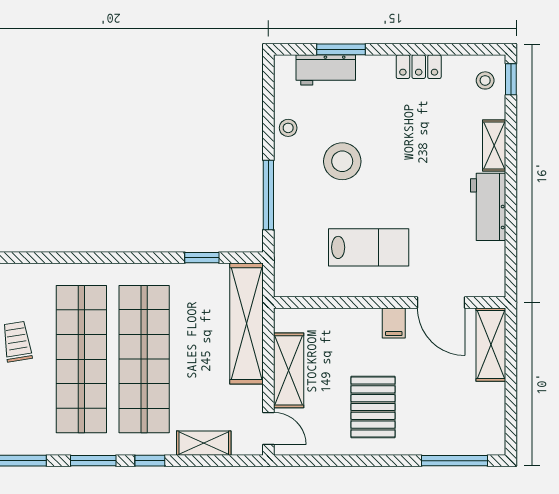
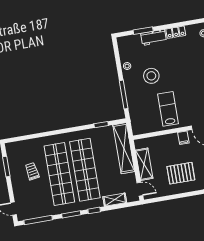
workbench: (326, 70) -> (154, 37), moved
lab bench: (369, 247) -> (168, 109), turned -90
pallet: (373, 407) -> (181, 173), turned 90

